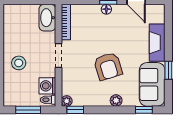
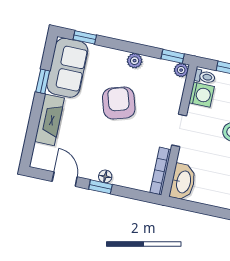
plant: (116, 100) -> (135, 61), moved

